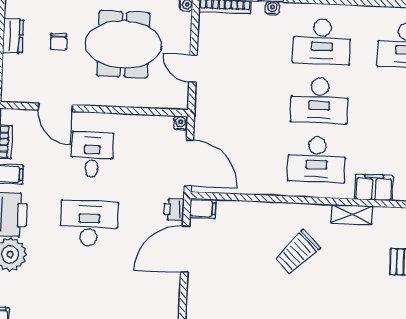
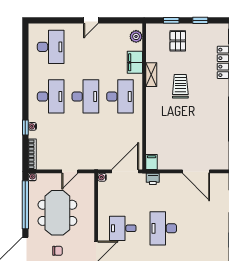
door: (185, 249) -> (196, 171), moved
trolley: (297, 252) -> (180, 86), moved, turned -134

